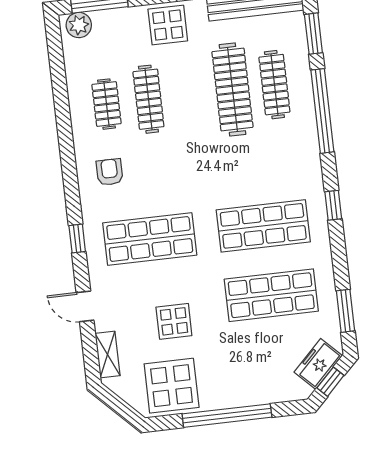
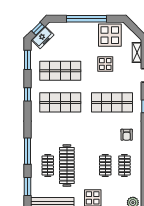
clothes rail: (274, 85) -> (48, 165), width x0.73
clothes rail: (148, 99) -> (105, 165), width x0.73
window: (322, 111) -> (28, 151), width x0.68
window: (333, 205) -> (28, 94), moved

